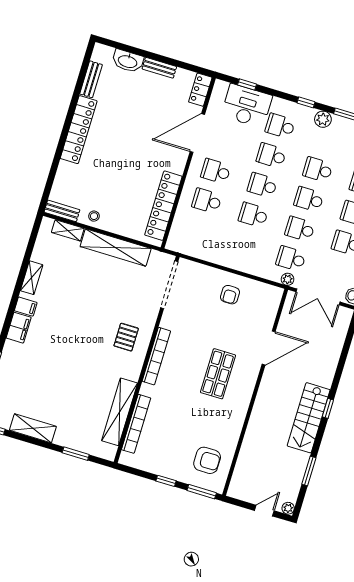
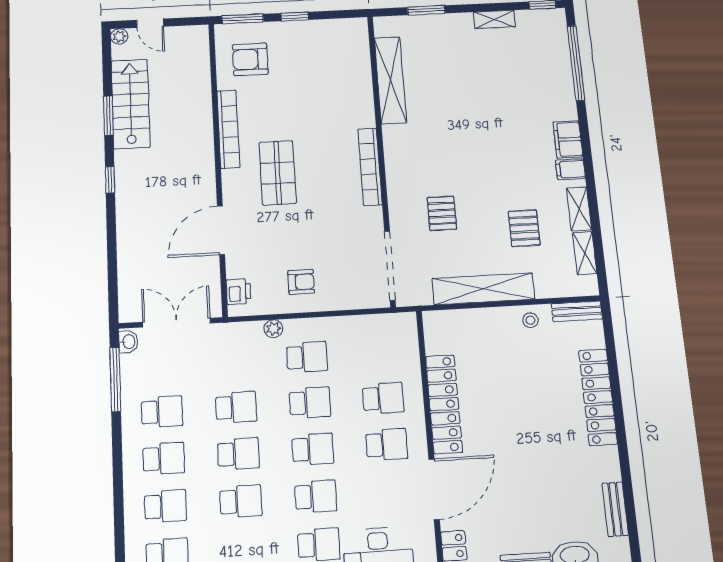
locker: (79, 130) -> (598, 397), moved
locker: (163, 206) -> (444, 404), moved
shelving: (68, 230) -> (585, 253), moved, turned 90
school desk: (291, 259) -> (307, 357), moved
pallet: (73, 278) -> (524, 228), added
plant: (288, 279) -> (273, 329), moved
armchair: (230, 295) -> (301, 282), turned 90
printer: (272, 303) -> (239, 292), added
pallet: (126, 337) -> (442, 213), moved
stairs: (309, 418) -> (131, 104), moved
bookcase: (136, 424) -> (228, 129), moved, turned 180
shelving: (33, 428) -> (494, 19), width x0.67, depth x0.75
window: (309, 471) -> (108, 115), moved
door: (264, 511) -> (150, 23), hinge flipped

